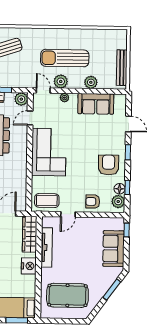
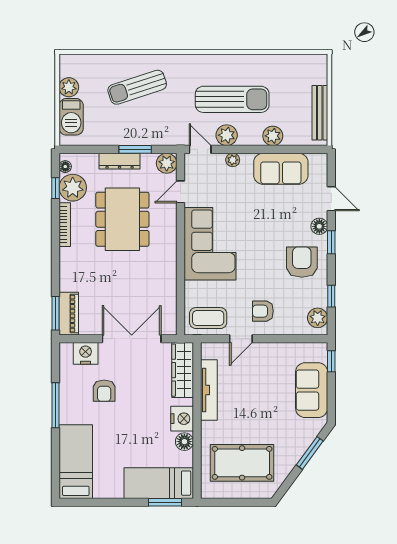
sun lounger: (65, 58) -> (232, 99), turned 180
floor lamp: (120, 189) -> (319, 226), moved
armchair: (93, 201) -> (263, 311), moved
floor lamp: (30, 281) -> (184, 442), added

